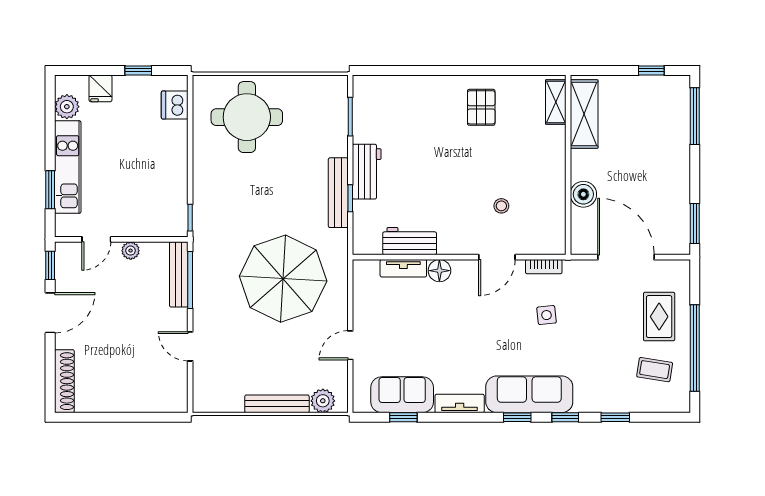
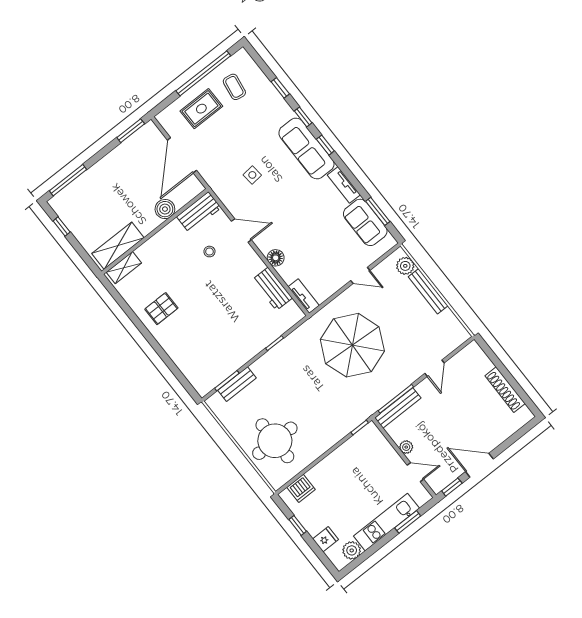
workbench: (367, 172) -> (199, 212), moved, turned 180
bench: (338, 193) -> (237, 384), moved, width x0.73
bookcase: (544, 267) -> (225, 199), removed
tv unit: (403, 268) -> (304, 296), moved
shoe rack: (64, 381) -> (505, 390), moved, turned -90
window: (403, 417) -> (378, 211), width x1.50

